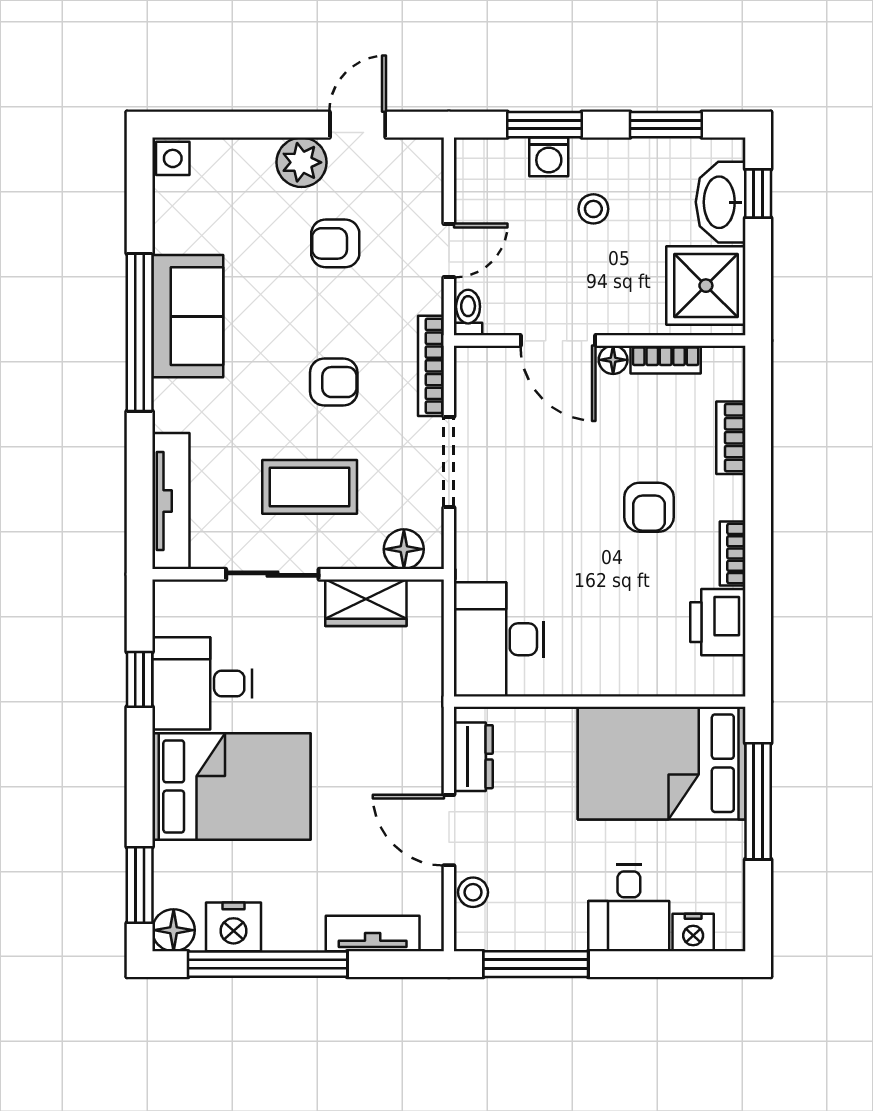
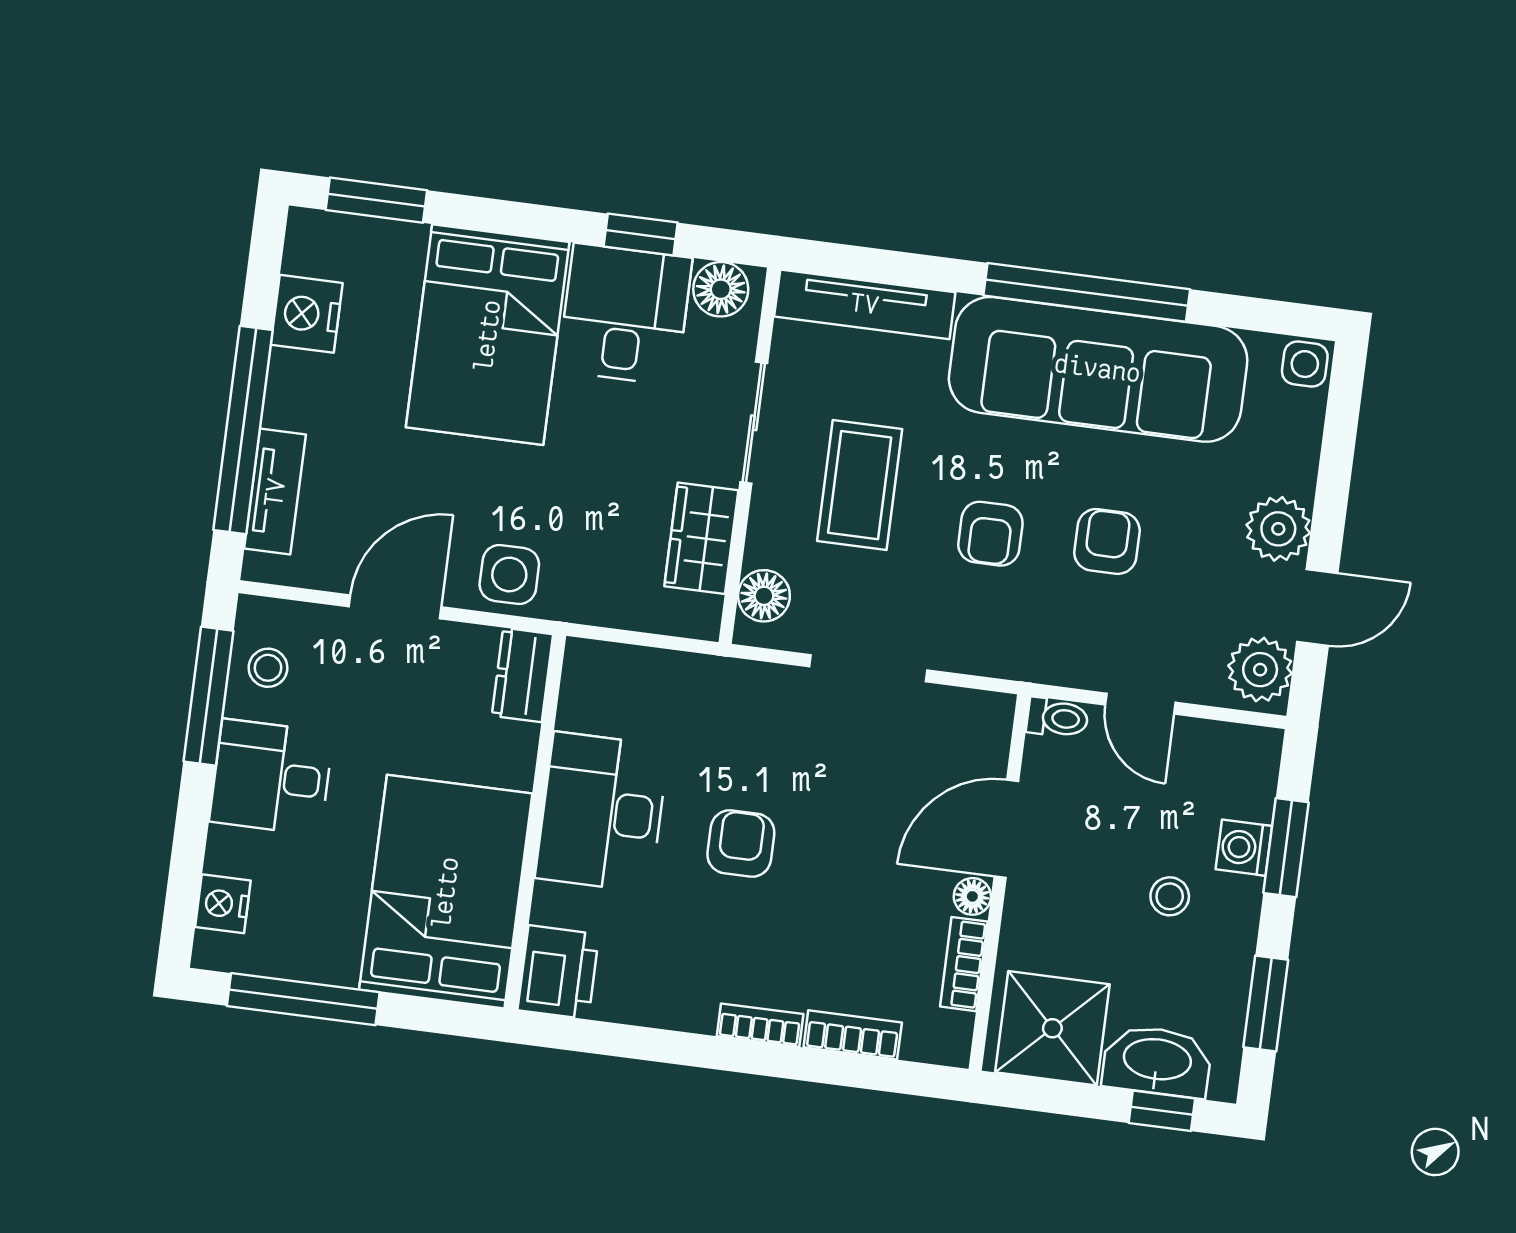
door: (358, 125) -> (1317, 607), hinge flipped
plant: (411, 162) -> (1260, 670), added
armchair: (335, 243) -> (1107, 541), moved
sofa: (188, 316) -> (1098, 369), width x1.85, depth x1.27
bookcase: (431, 366) -> (995, 661), removed
armchair: (649, 507) -> (741, 844), moved, turned 90
bookcase: (733, 554) -> (760, 1025), moved
printer: (718, 622) -> (558, 972), moved, turned 90
desk: (499, 639) -> (602, 812), moved, turned -90
side table: (413, 746) -> (509, 574), added
dresser: (473, 757) -> (522, 675), moved, turned 90
window: (758, 801) -> (303, 999), moved
stool: (473, 892) -> (268, 668), moved
desk: (629, 908) -> (271, 777), moved
floor lamp: (174, 930) -> (721, 289), moved
window: (268, 964) -> (243, 430), moved

